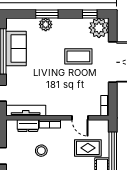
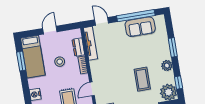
plant: (46, 24) -> (167, 66), moved

